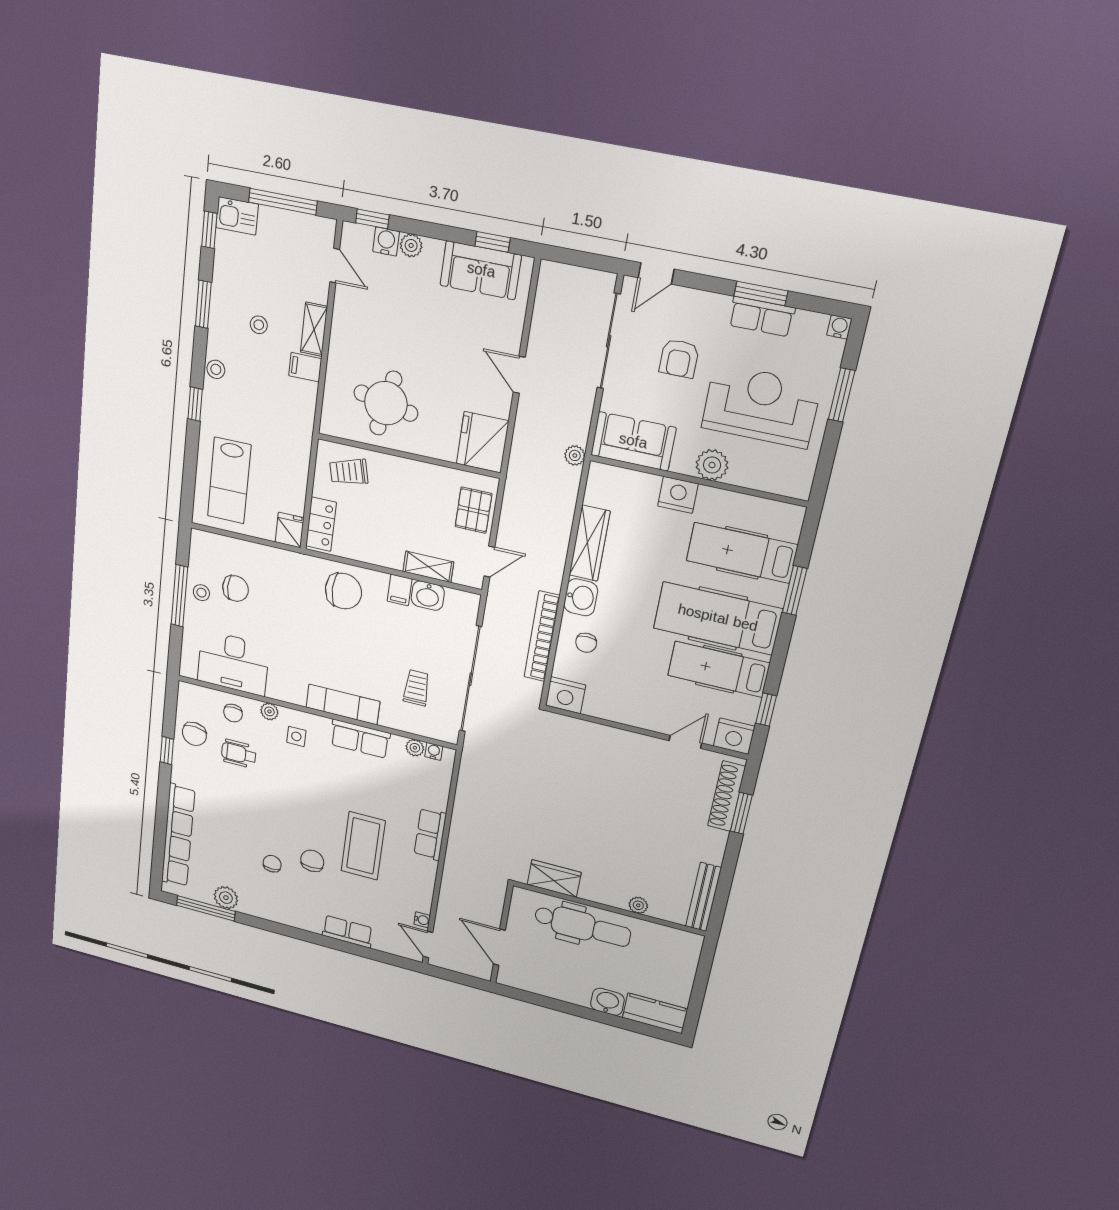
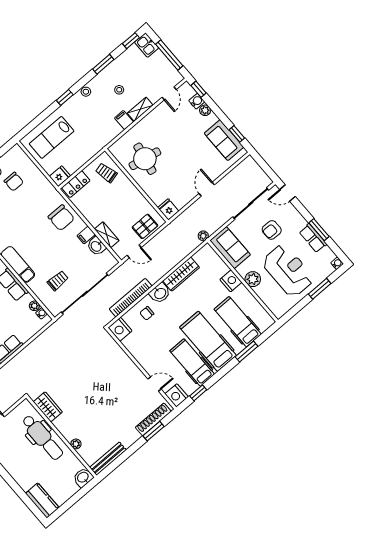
fridge: (483, 442) -> (168, 209), width x0.53, depth x0.75
washbasin: (607, 1002) -> (83, 478), moved, turned -90

